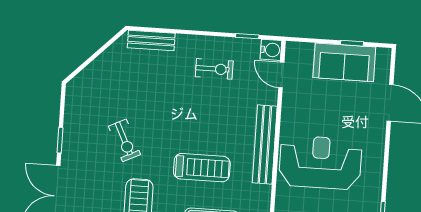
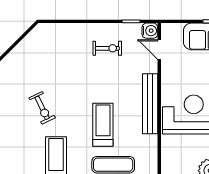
bench: (151, 40) -> (57, 30), removed
treadmill: (202, 168) -> (103, 125), turned -90

